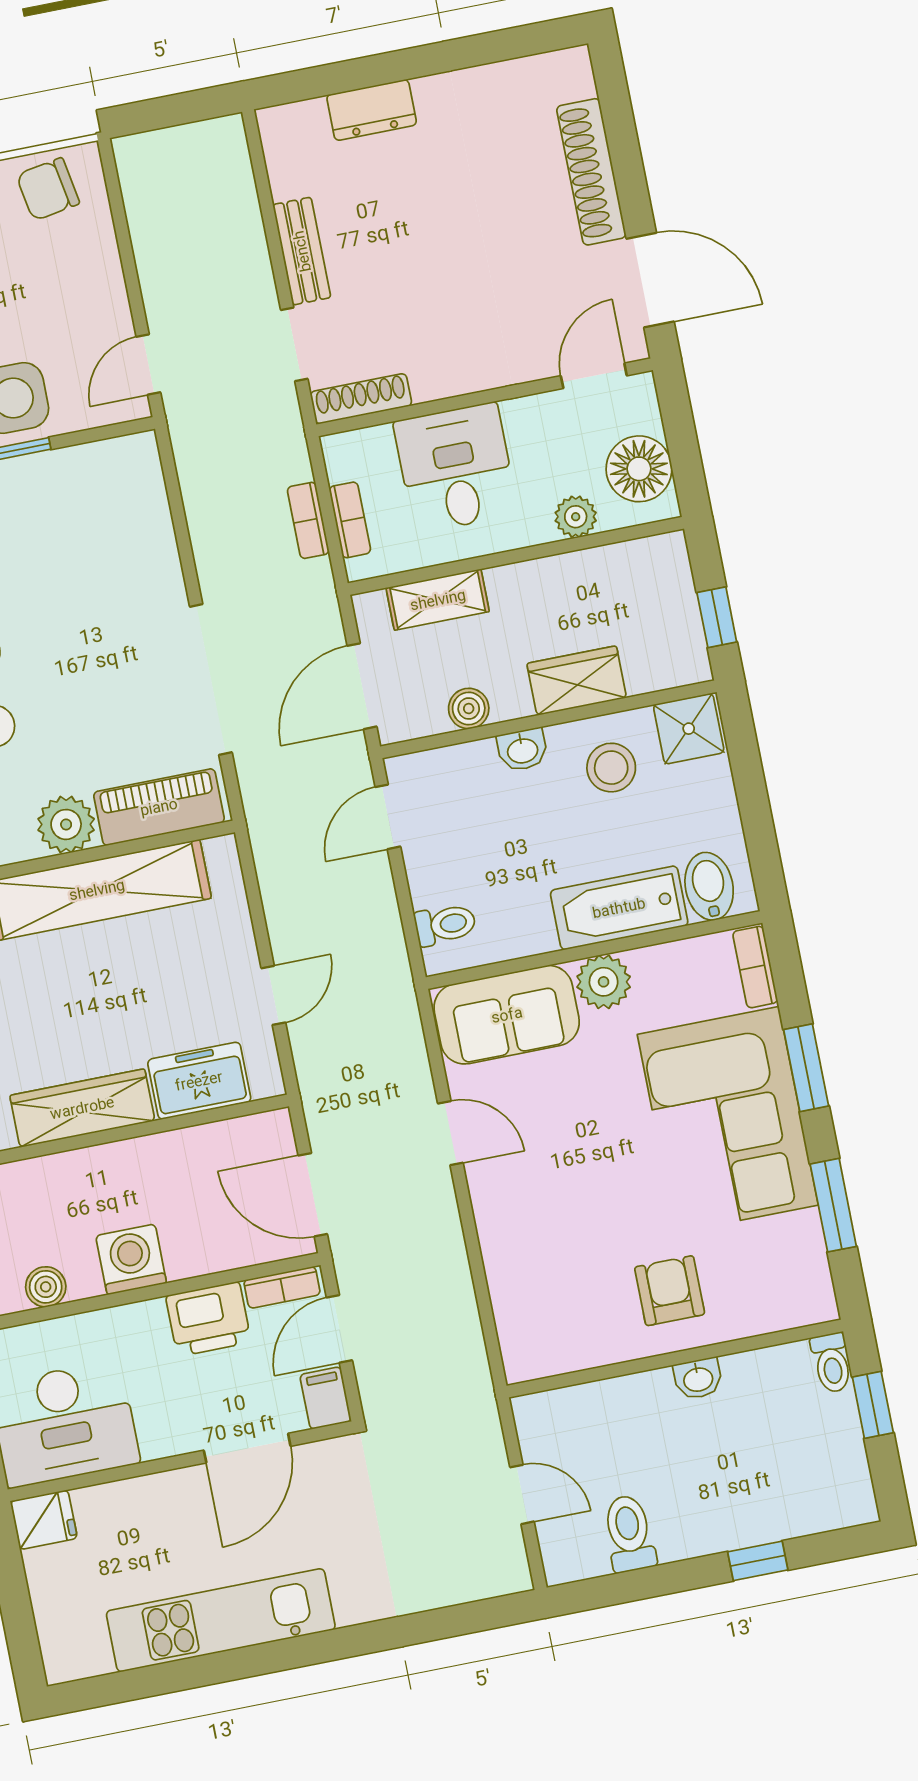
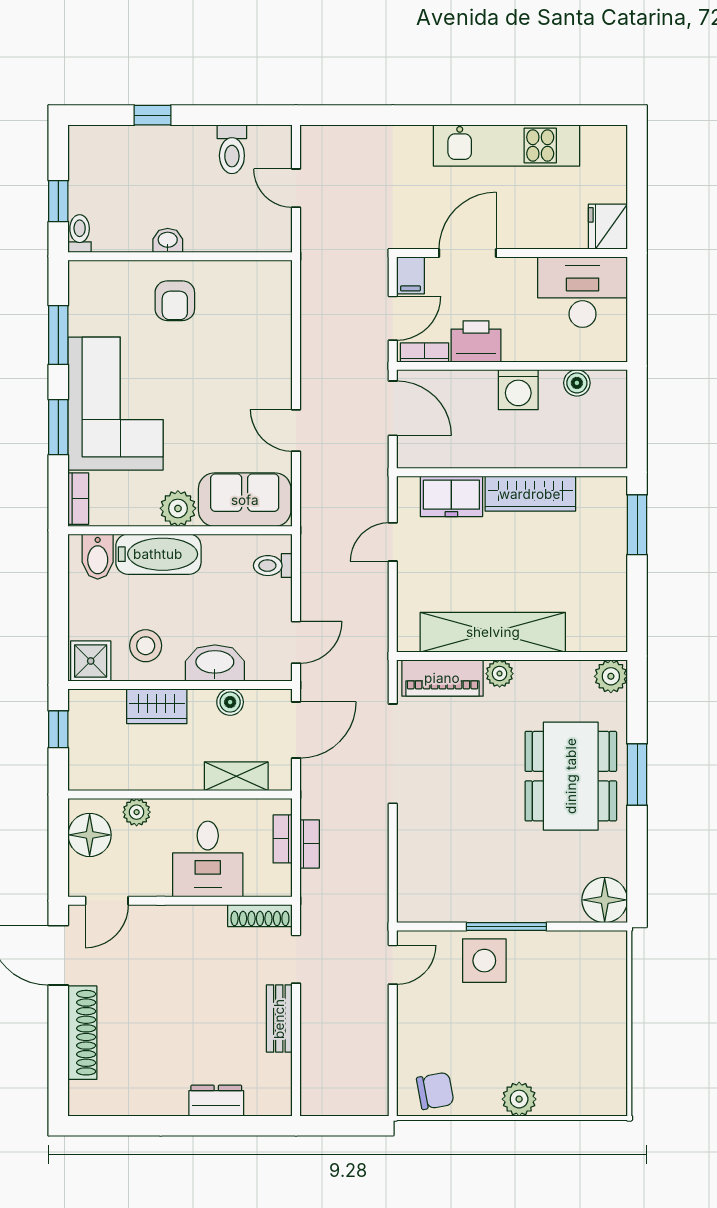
washbasin: (522, 750) -> (215, 663), width x1.91, depth x1.45
plant: (66, 824) -> (500, 674), width x0.73, depth x0.73
fridge: (44, 1520) -> (608, 227), width x1.38

